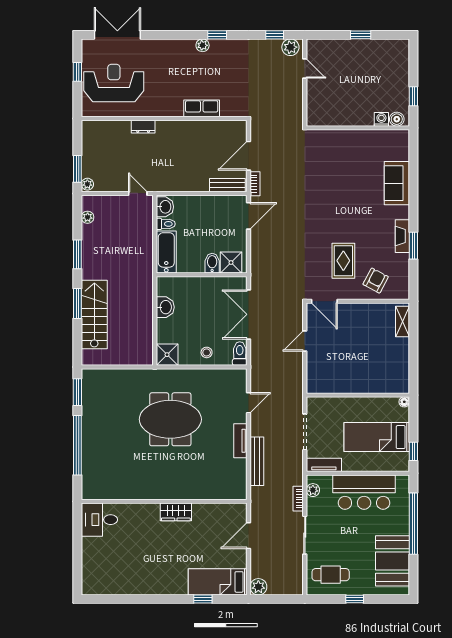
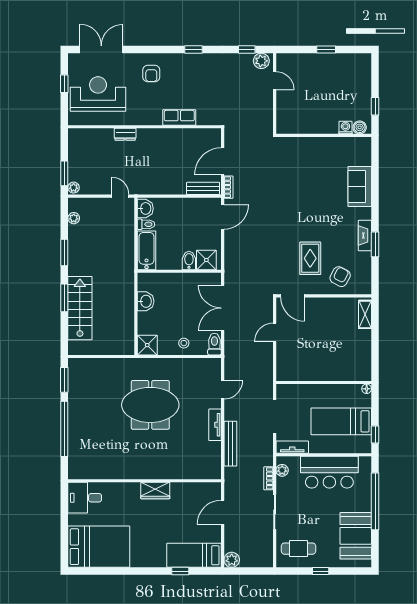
plant: (203, 45) -> (180, 59), removed
armchair: (171, 61) -> (151, 74), added
bed: (115, 573) -> (99, 547), added

